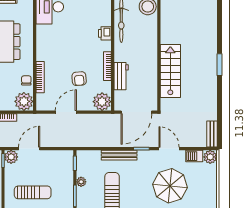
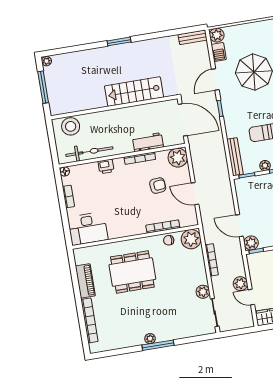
bench: (119, 155) -> (235, 157), moved

